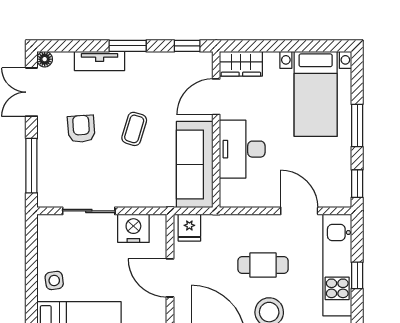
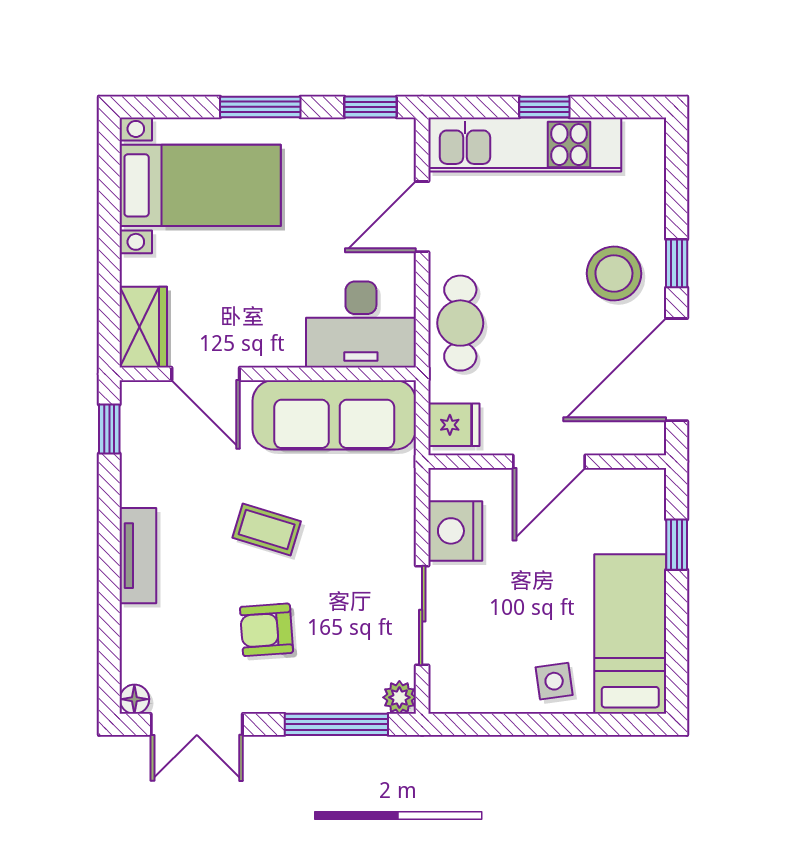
window: (128, 46) -> (109, 542), removed
tv unit: (100, 61) -> (138, 556), moved
desk: (242, 149) -> (361, 325), moved
plant: (46, 199) -> (399, 697), added
cafe table: (263, 265) -> (460, 323), moved

